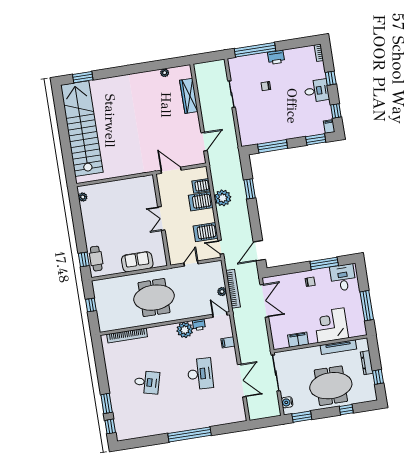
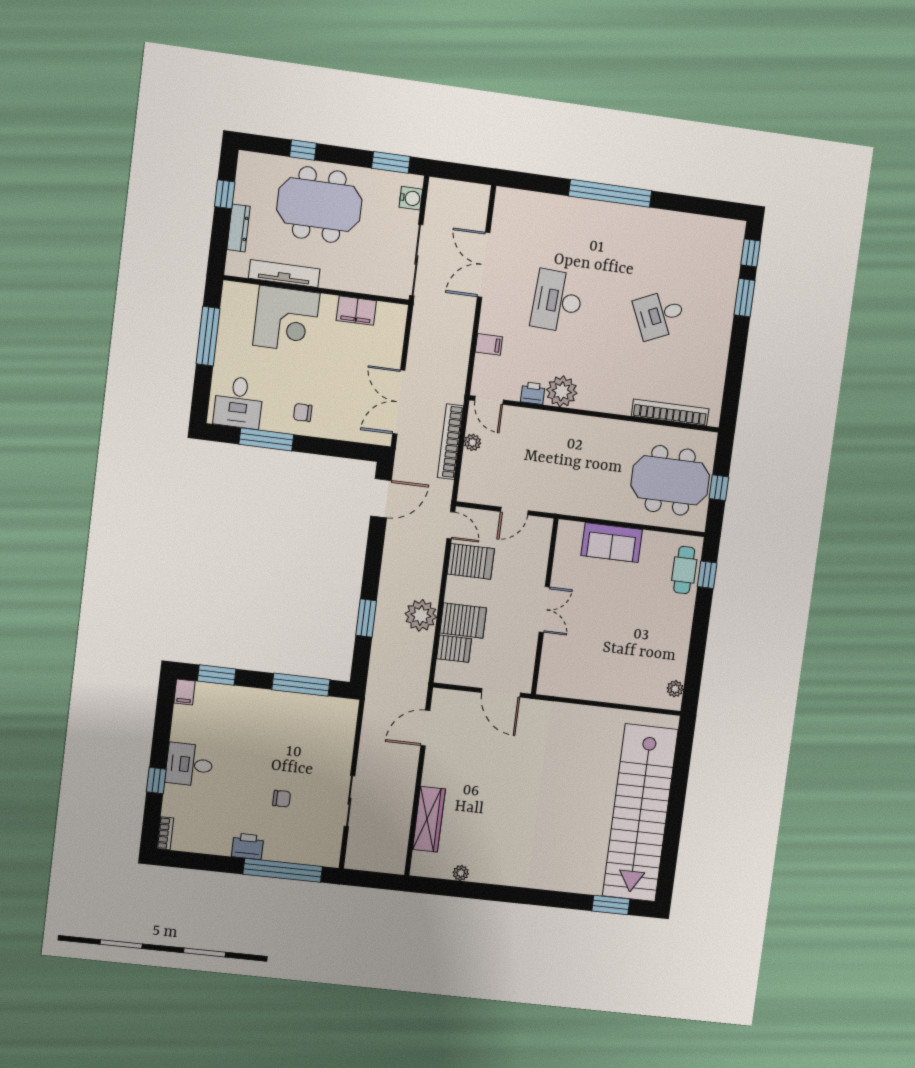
window: (336, 111) -> (164, 717), removed
meeting table: (154, 298) -> (670, 480), moved
desk: (147, 382) -> (660, 315), turned -39

